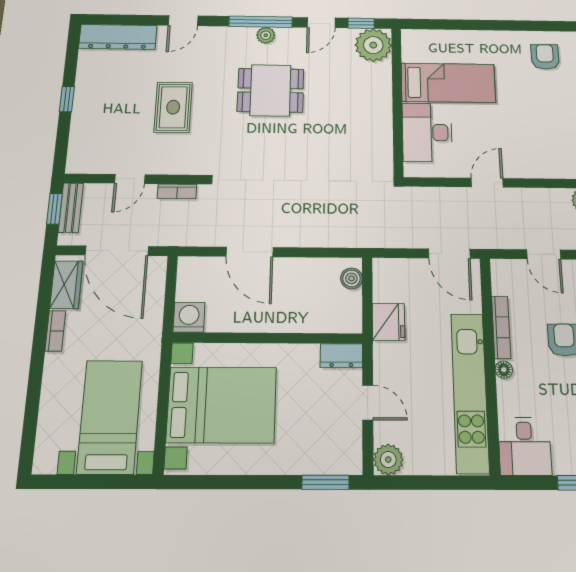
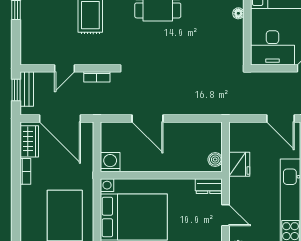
floor lamp: (385, 107) -> (238, 13), added
desk: (427, 132) -> (272, 48), moved, turned -90
boiler: (351, 278) -> (215, 160), moved

